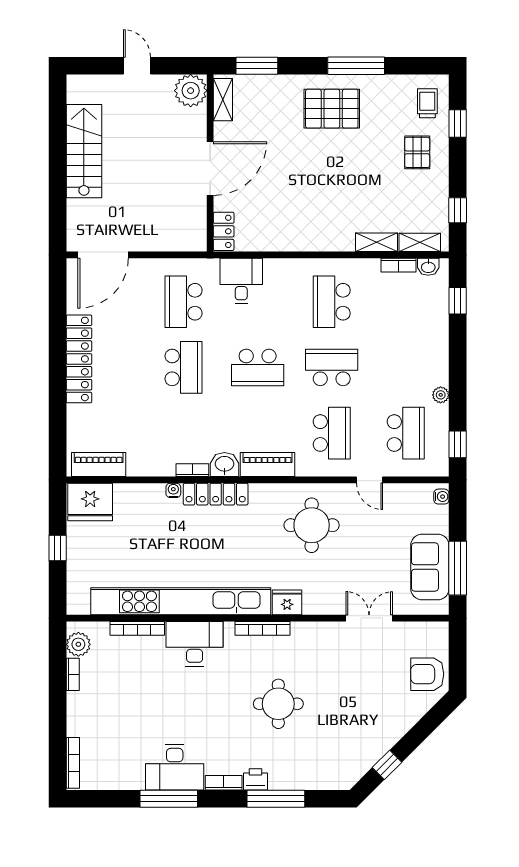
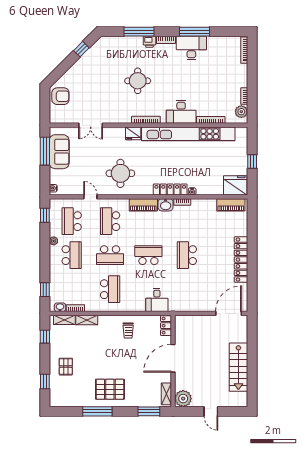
trolley: (427, 103) -> (128, 330), moved
school desk: (184, 302) -> (72, 255), moved

